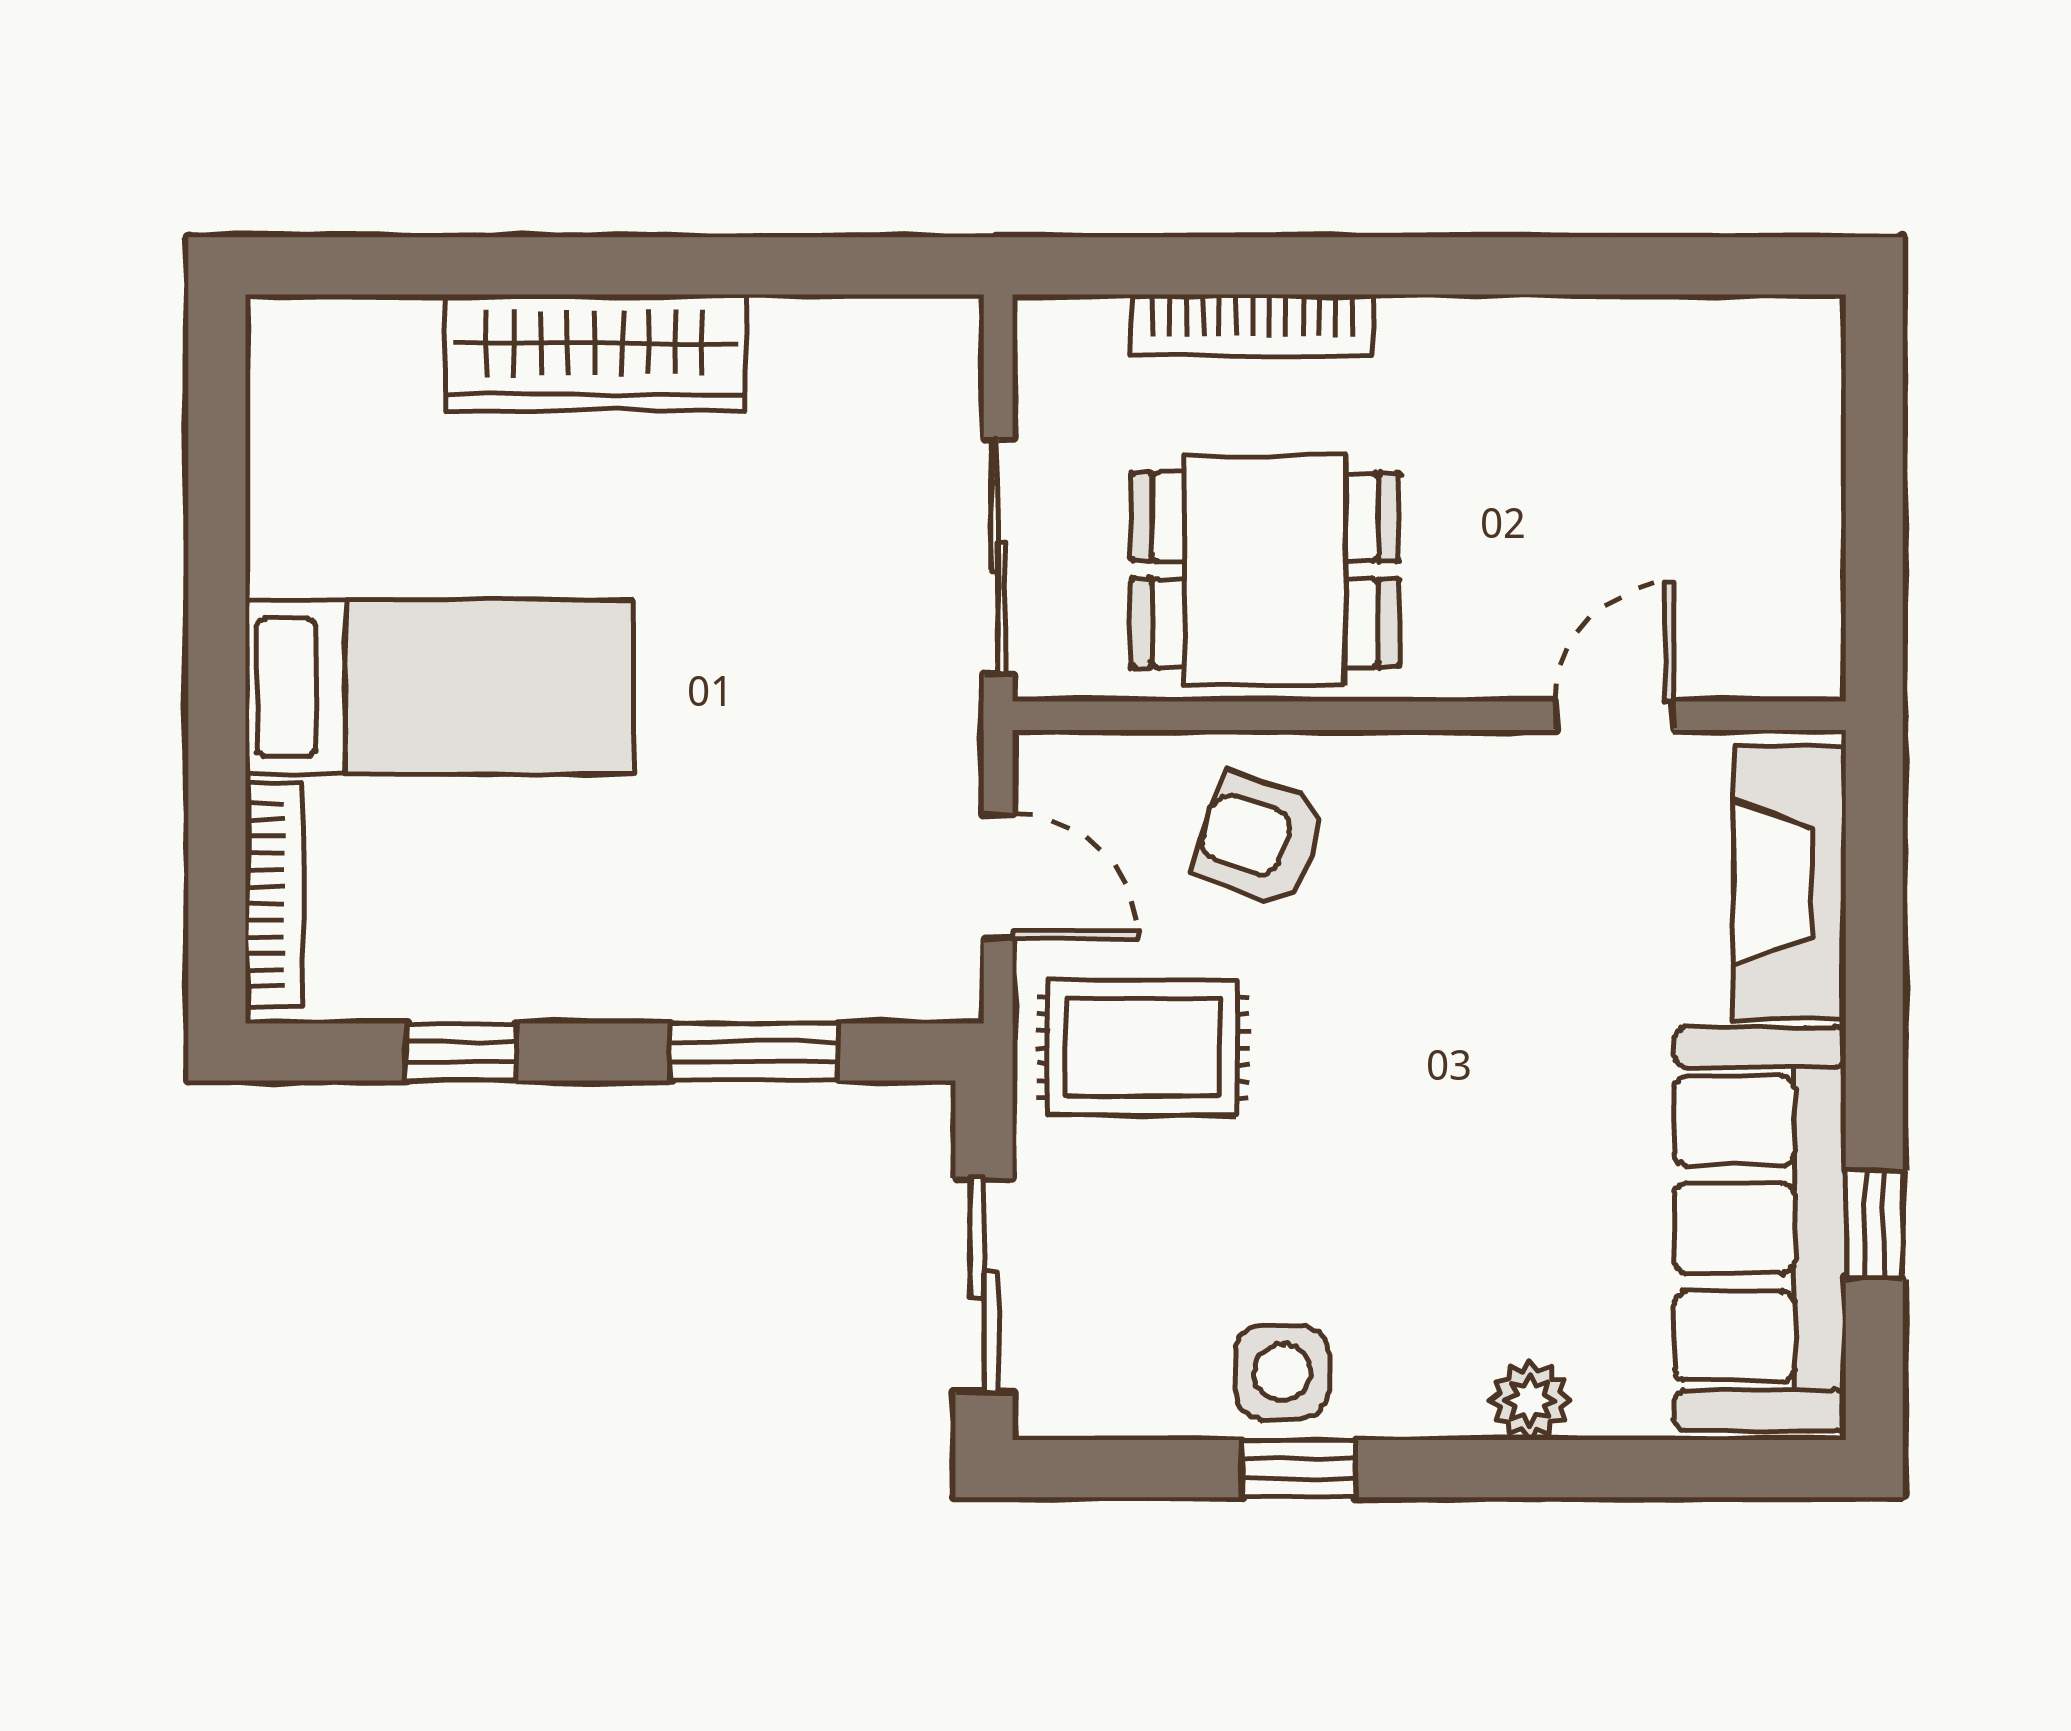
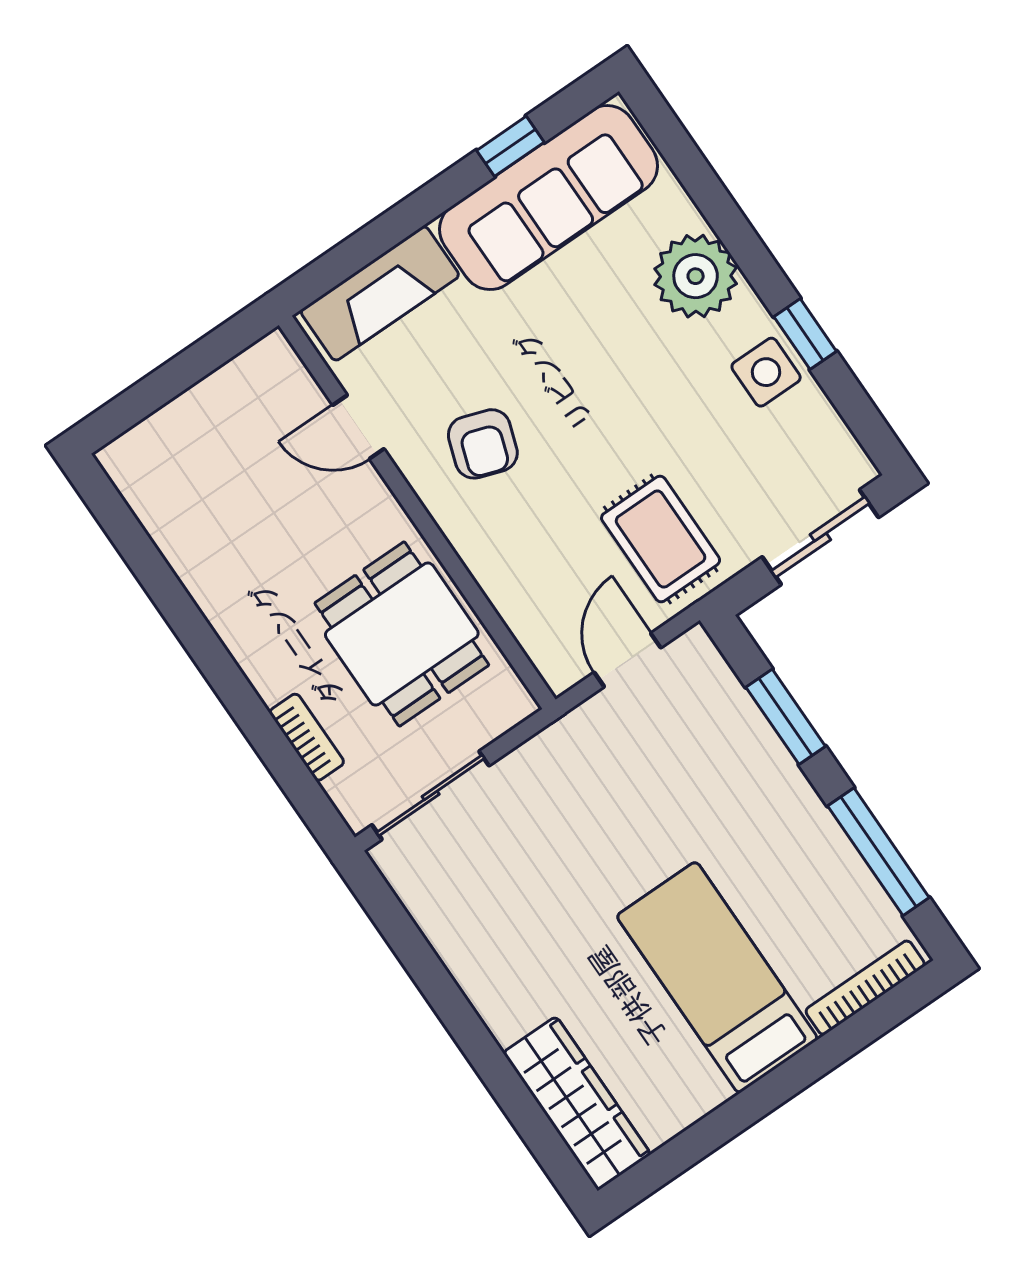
bookcase: (1253, 325) -> (307, 737), width x0.64
wardrobe: (595, 352) -> (577, 1103), moved
sliding door: (998, 557) -> (431, 795), moved
armchair: (1260, 839) -> (483, 444), moved
window: (461, 1052) -> (878, 852), width x2.17
plant: (1530, 1400) -> (696, 276), width x1.88, depth x1.88

